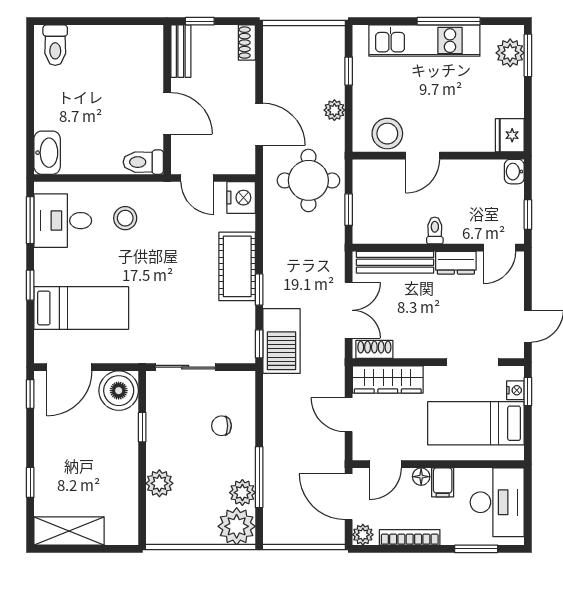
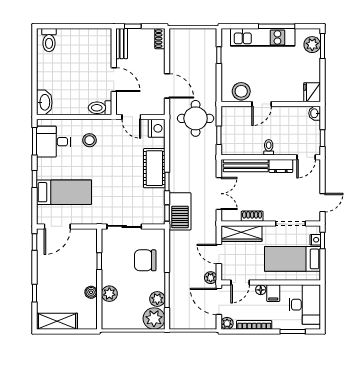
plant: (334, 110) -> (211, 278), moved
shoe rack: (374, 349) -> (252, 216), moved
boiler: (119, 391) -> (91, 292), moved, width x0.54, depth x0.54
chair: (221, 426) -> (145, 260), width x1.87, depth x1.87

